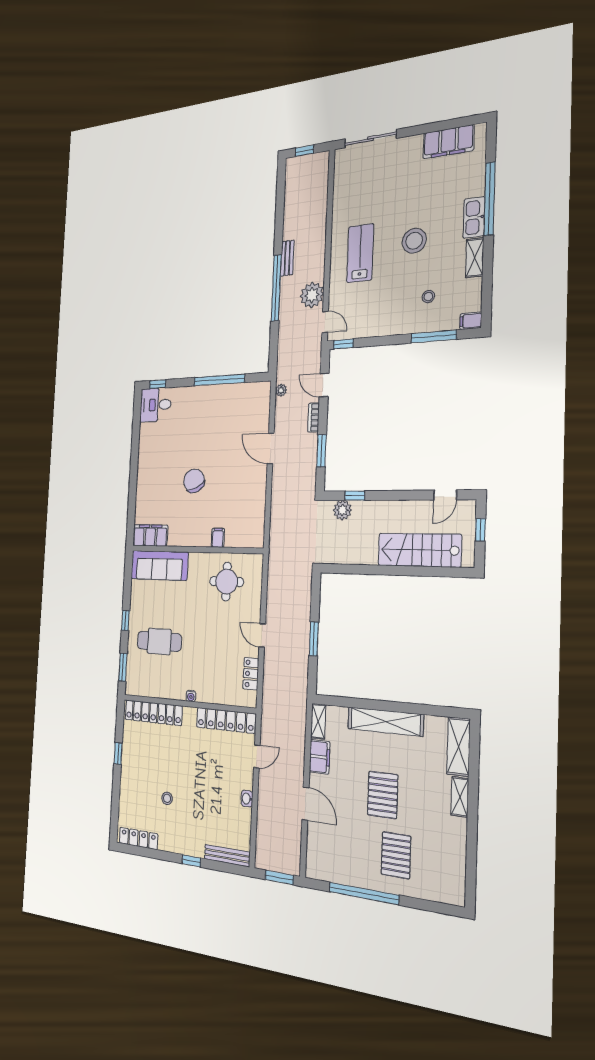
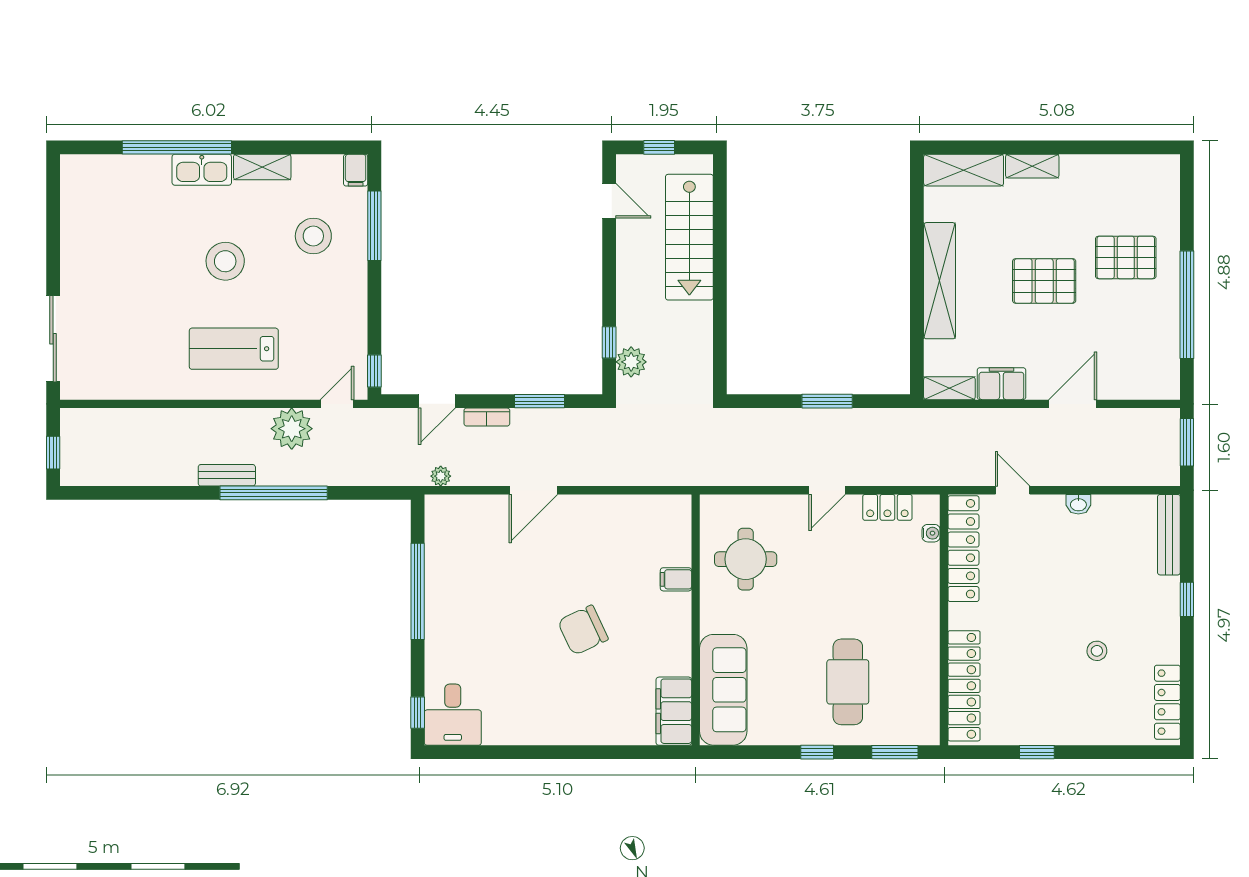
filing cabinet: (448, 142) -> (80, 212), removed
stool: (428, 297) -> (313, 236), width x1.89, depth x1.89
water cooler: (191, 696) -> (931, 533), moved

